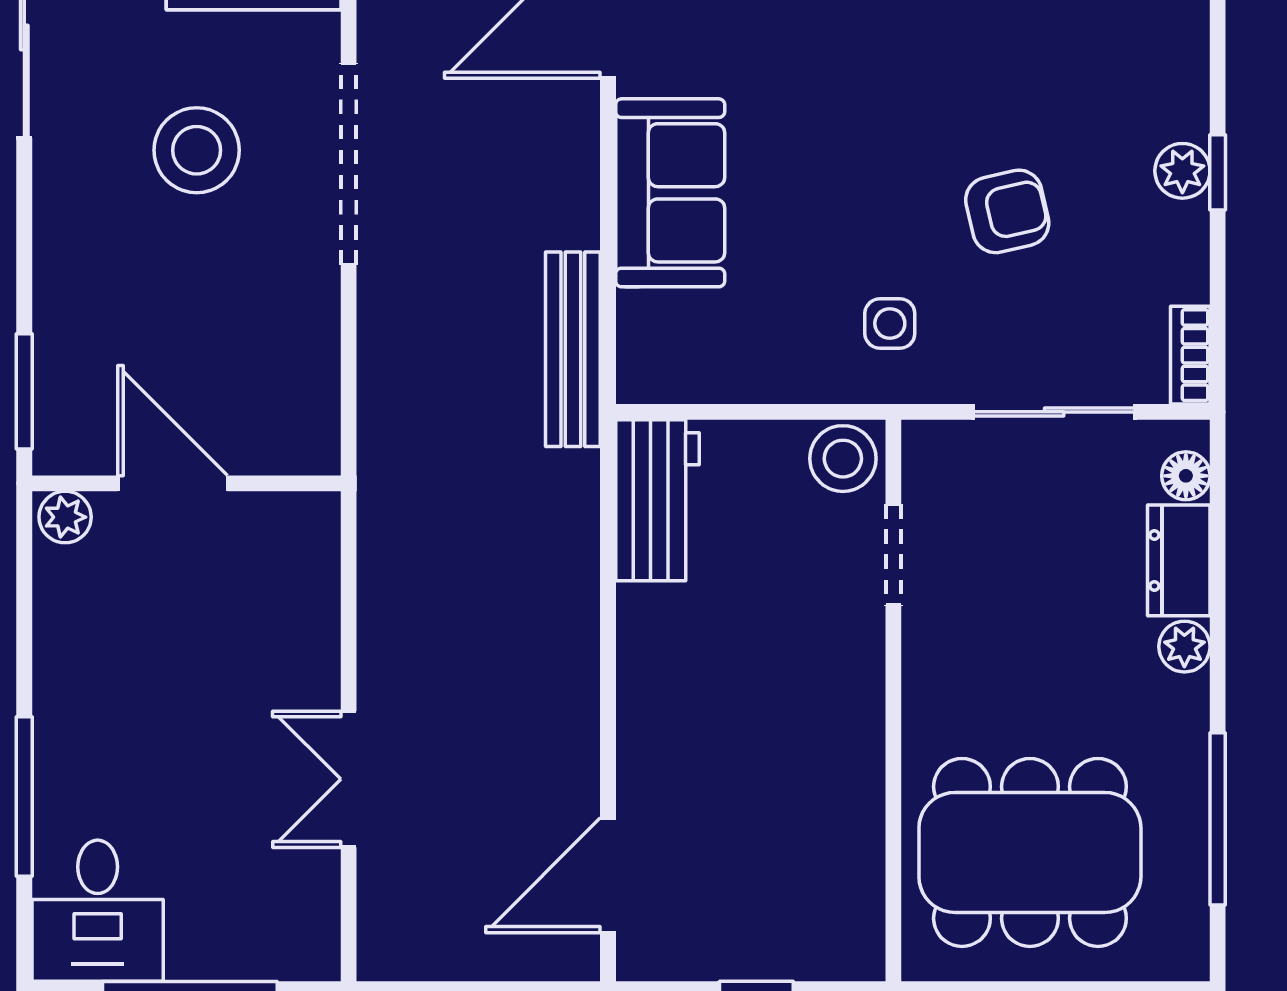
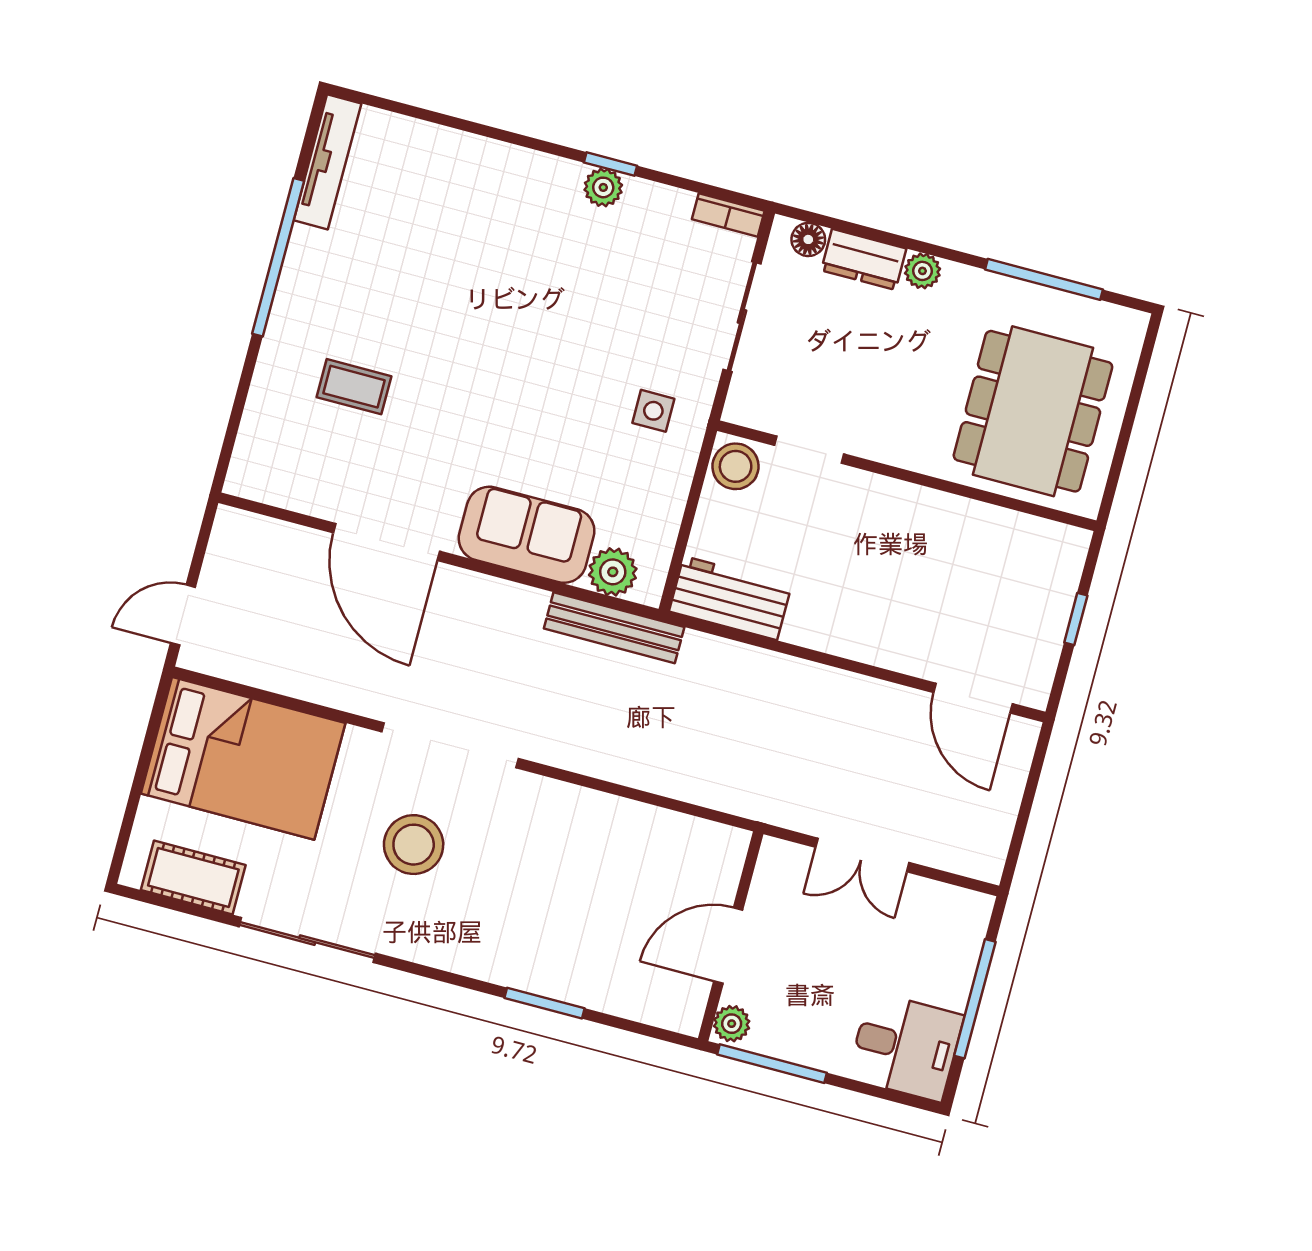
armchair: (1007, 211) -> (599, 312), removed
plant: (650, 327) -> (613, 572), added
door: (173, 483) -> (728, 946), moved
wall: (186, 483) -> (731, 936), moved
plant: (65, 517) -> (732, 1024), moved
window: (24, 797) -> (772, 1064), moved

